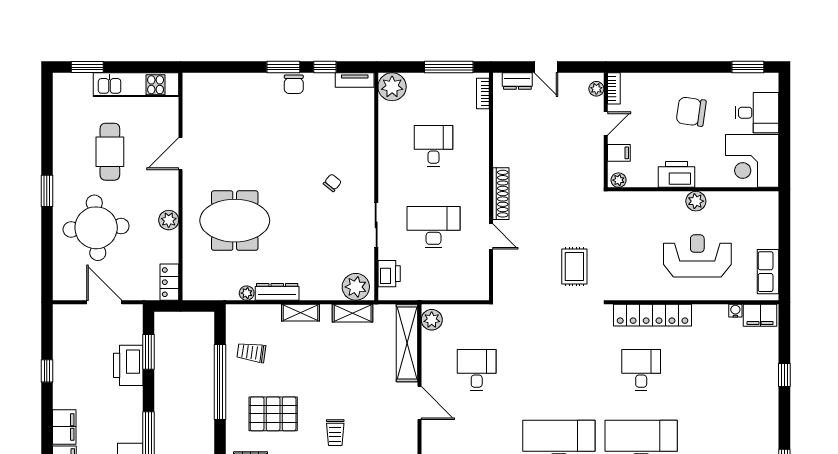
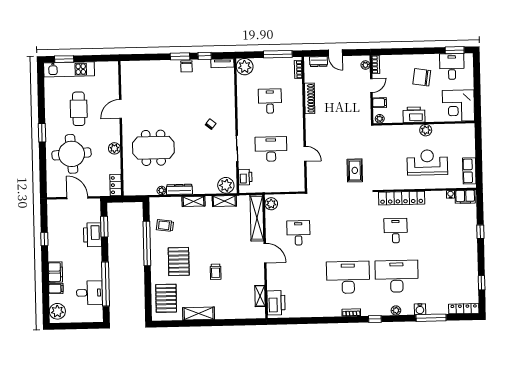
kitchen unit: (136, 85) -> (69, 69), moved
desk: (757, 113) -> (452, 66), moved, turned -90
shoe rack: (501, 194) -> (310, 98), moved
pallet: (273, 414) -> (179, 262), turned 90

